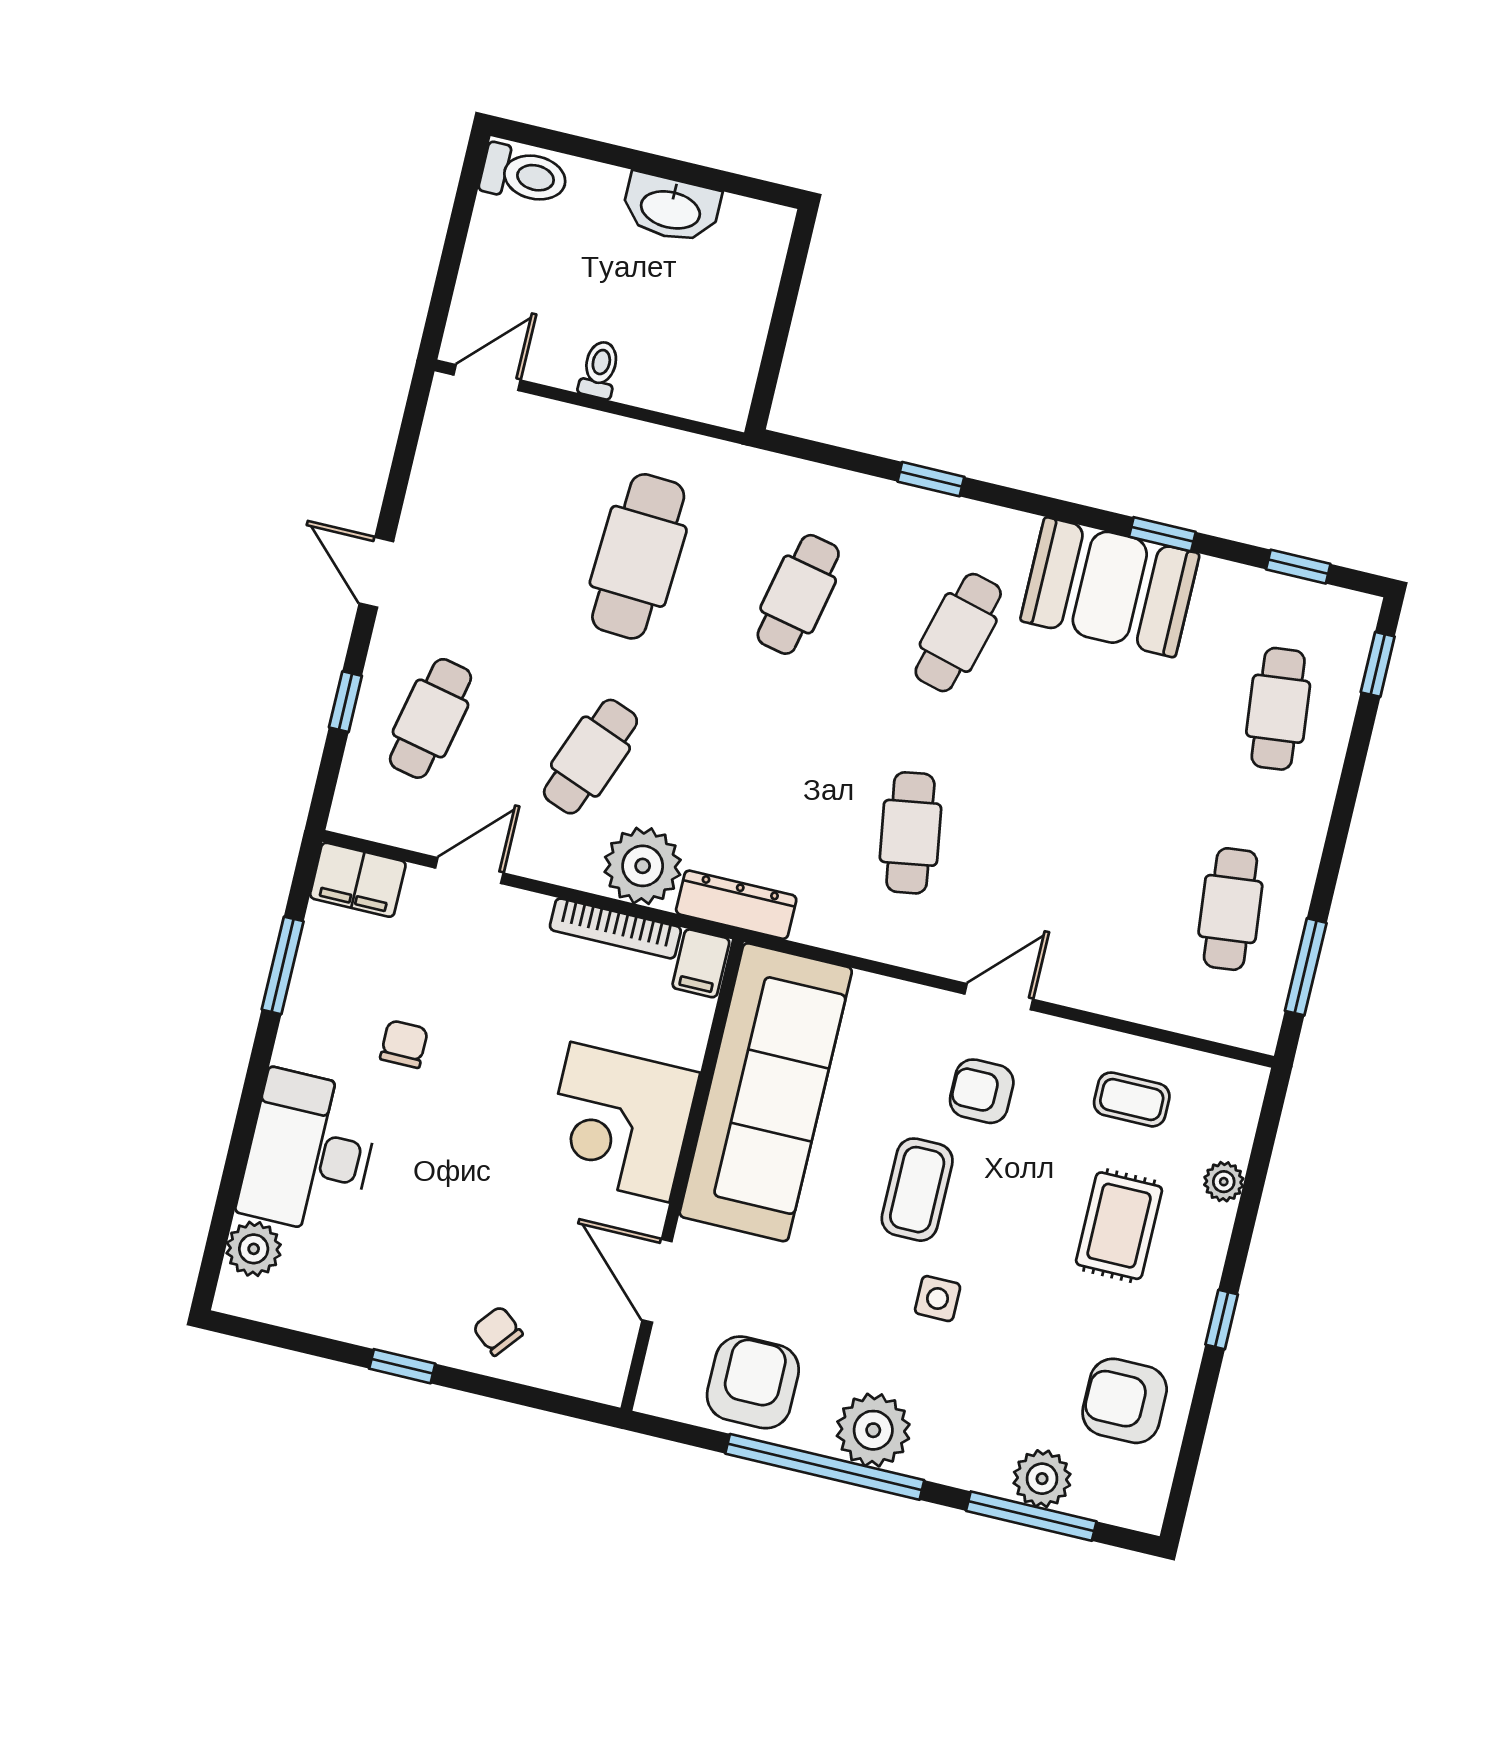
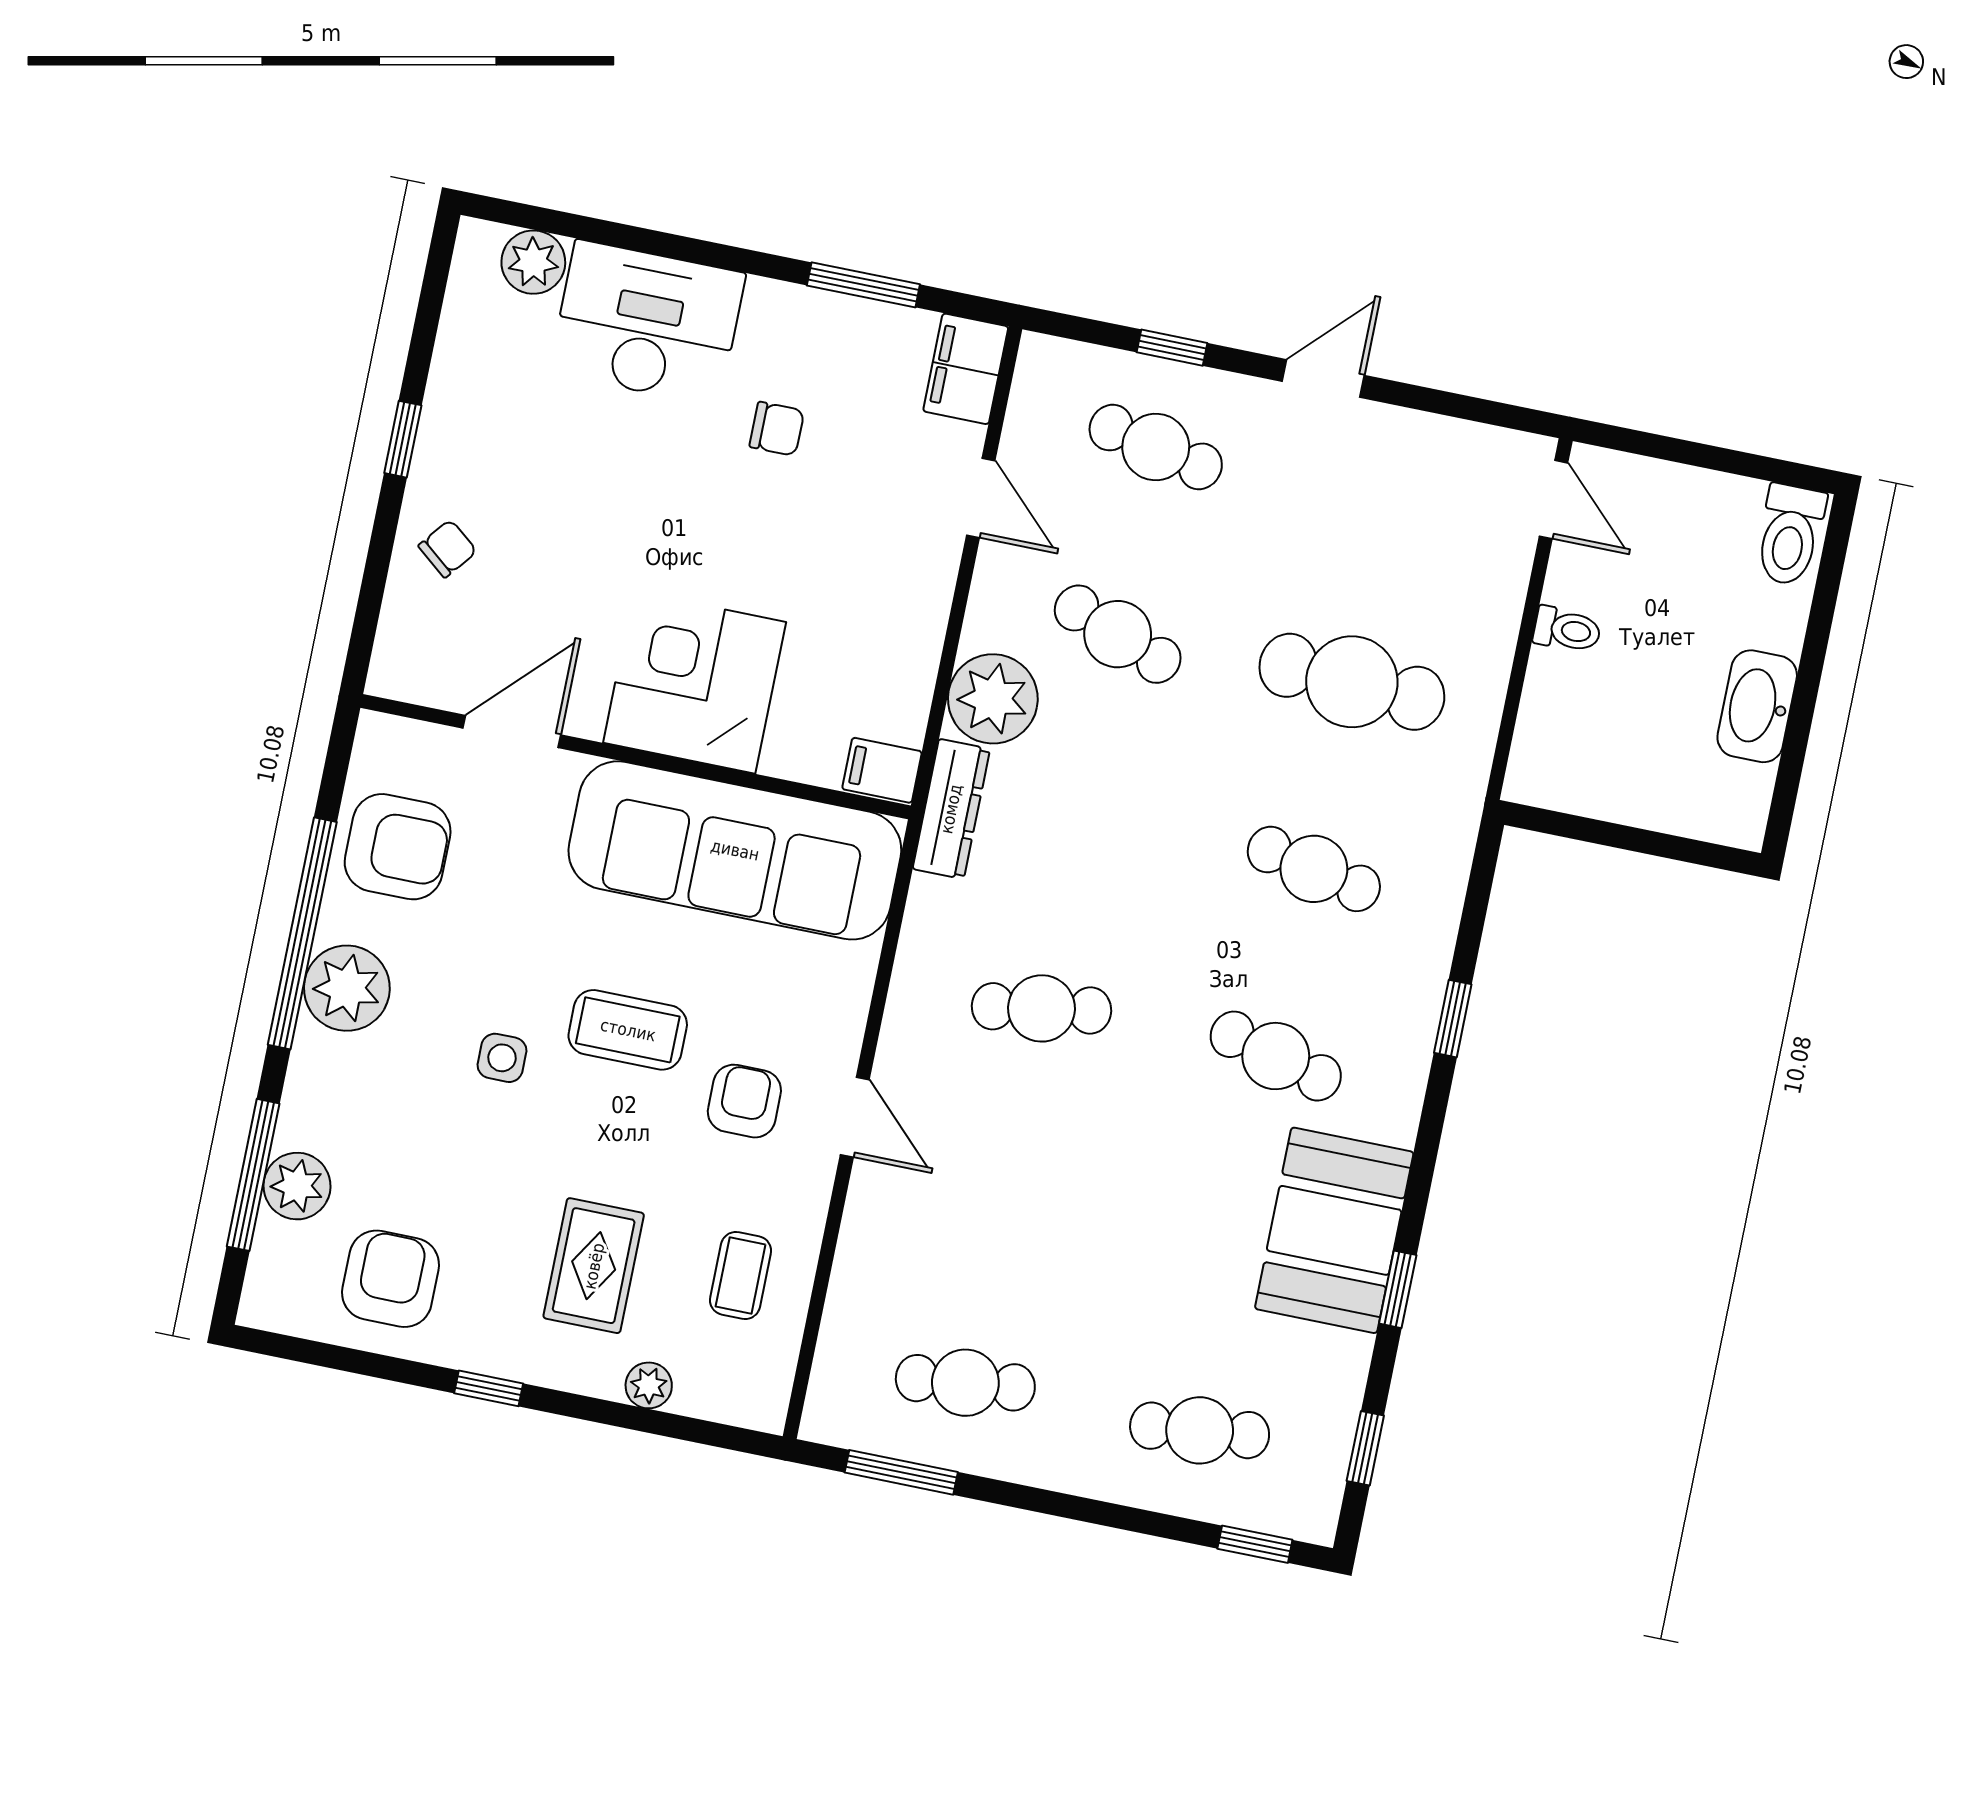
bookcase: (615, 928) -> (919, 670), removed
rug: (1119, 1226) -> (594, 1266), turned 90

